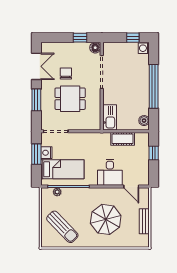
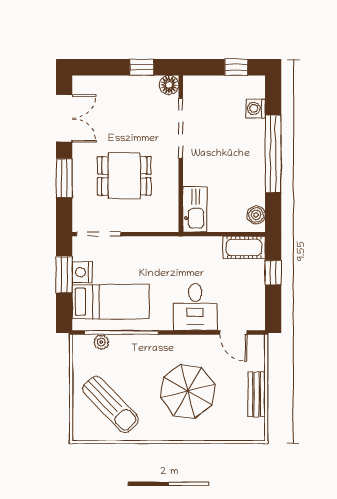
washing machine: (144, 48) -> (256, 108), moved
chair: (66, 73) -> (117, 131), removed
cot: (123, 139) -> (244, 247), moved

